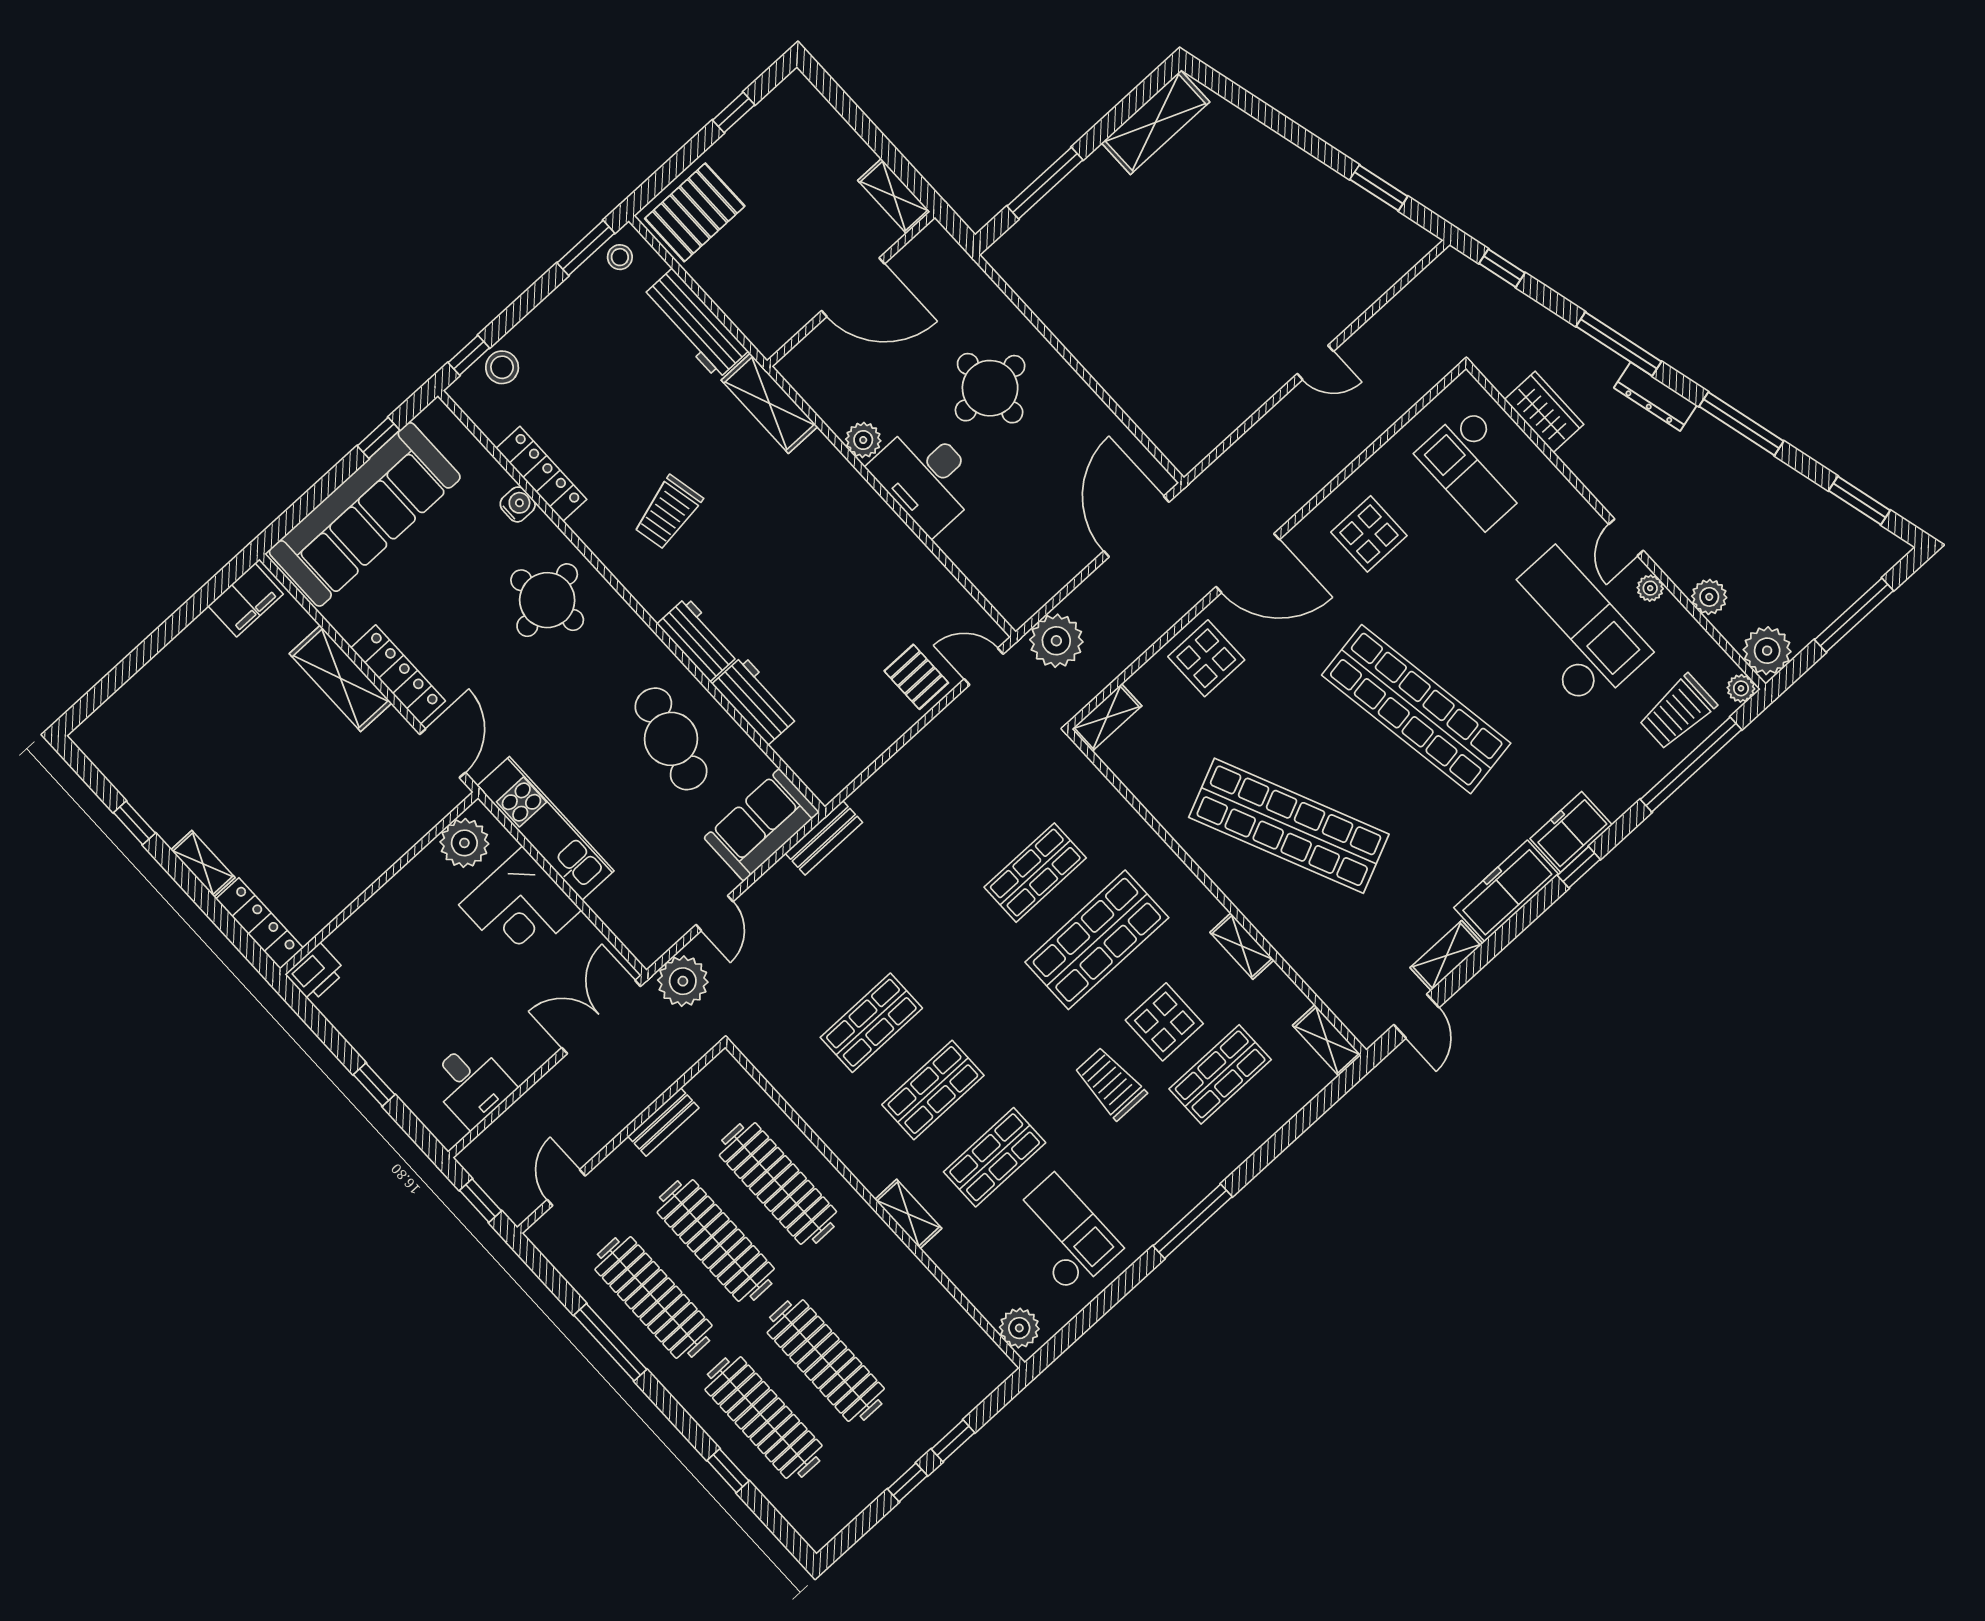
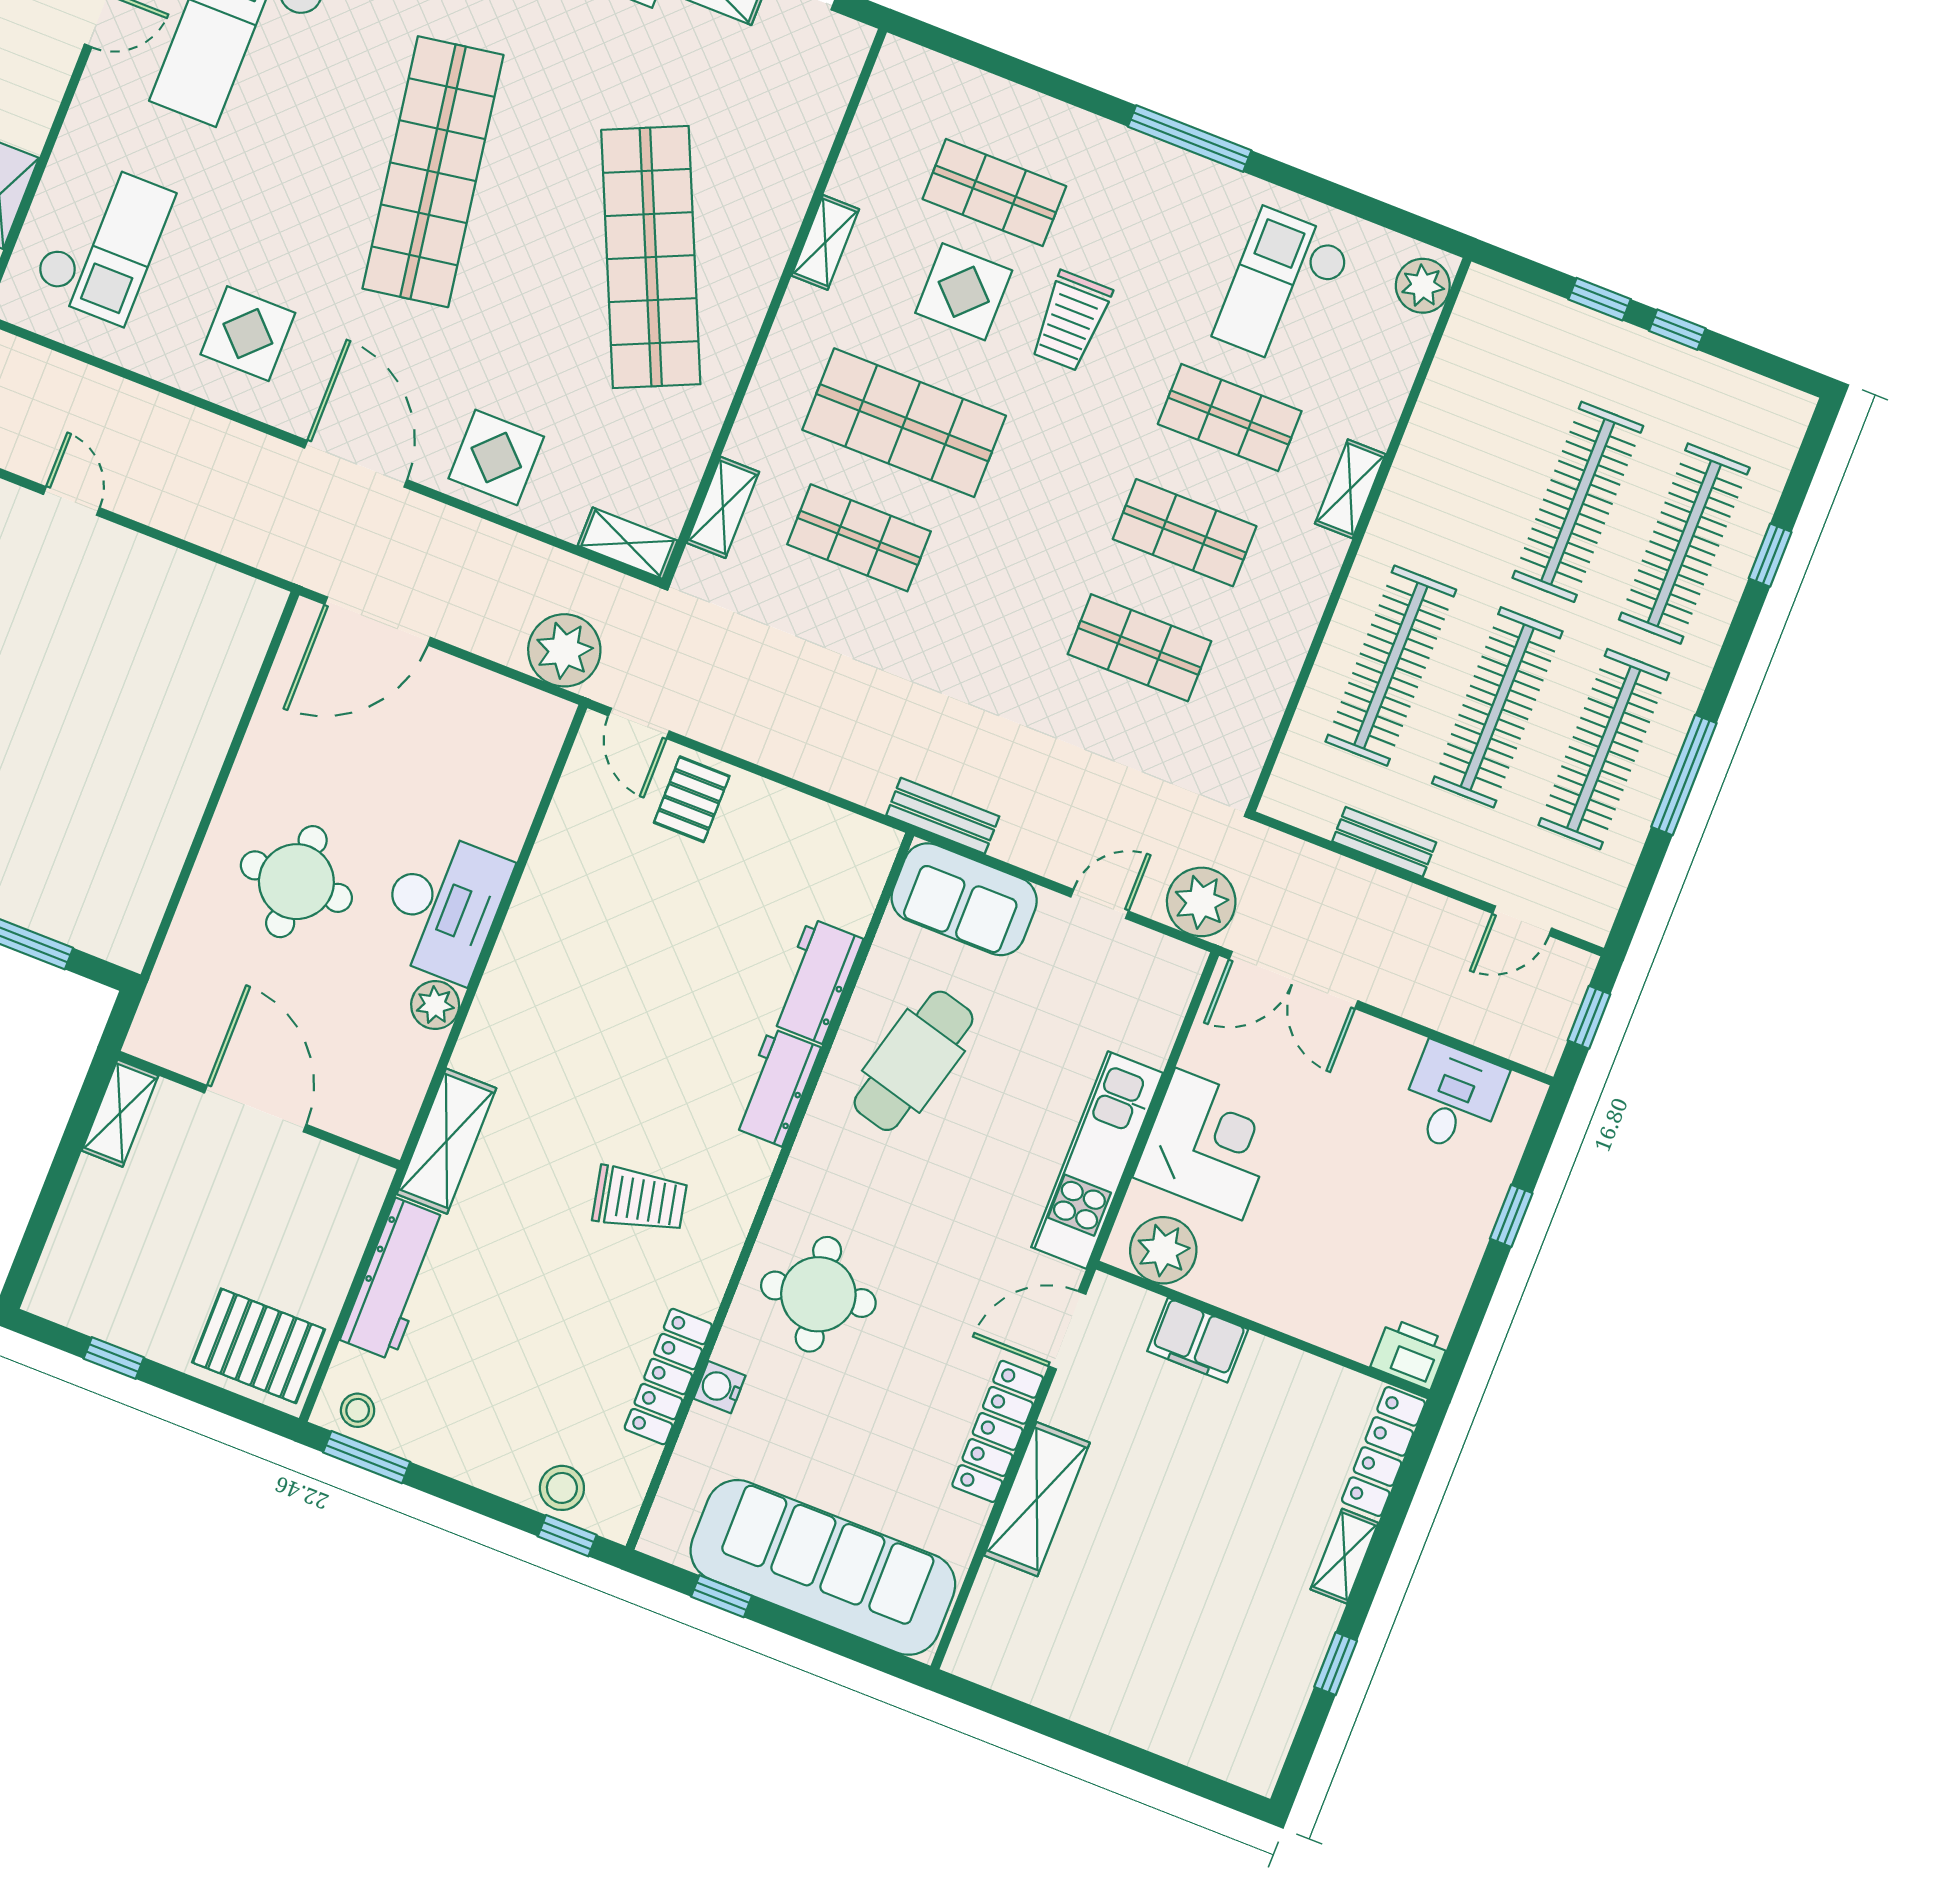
filing cabinet: (246, 600) -> (1198, 1340), moved, turned 180
shelving: (1327, 1040) -> (723, 507), moved

